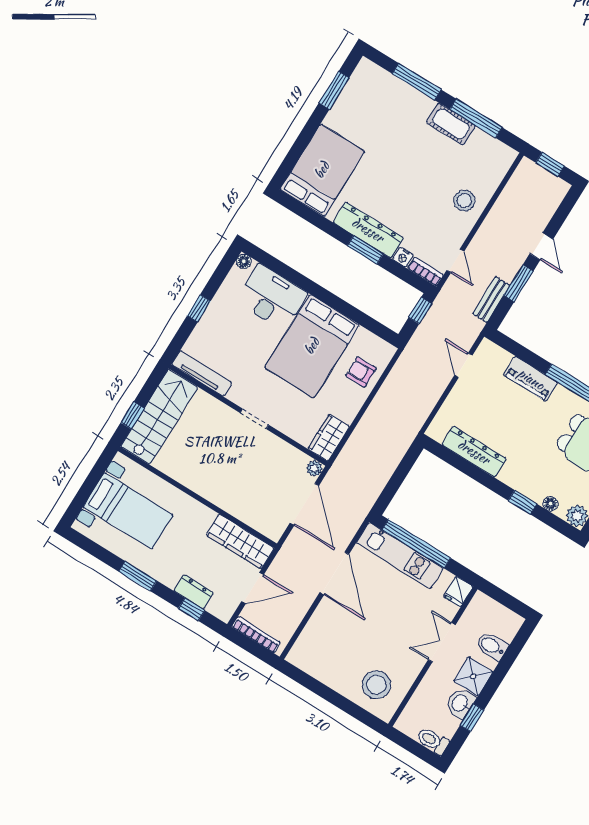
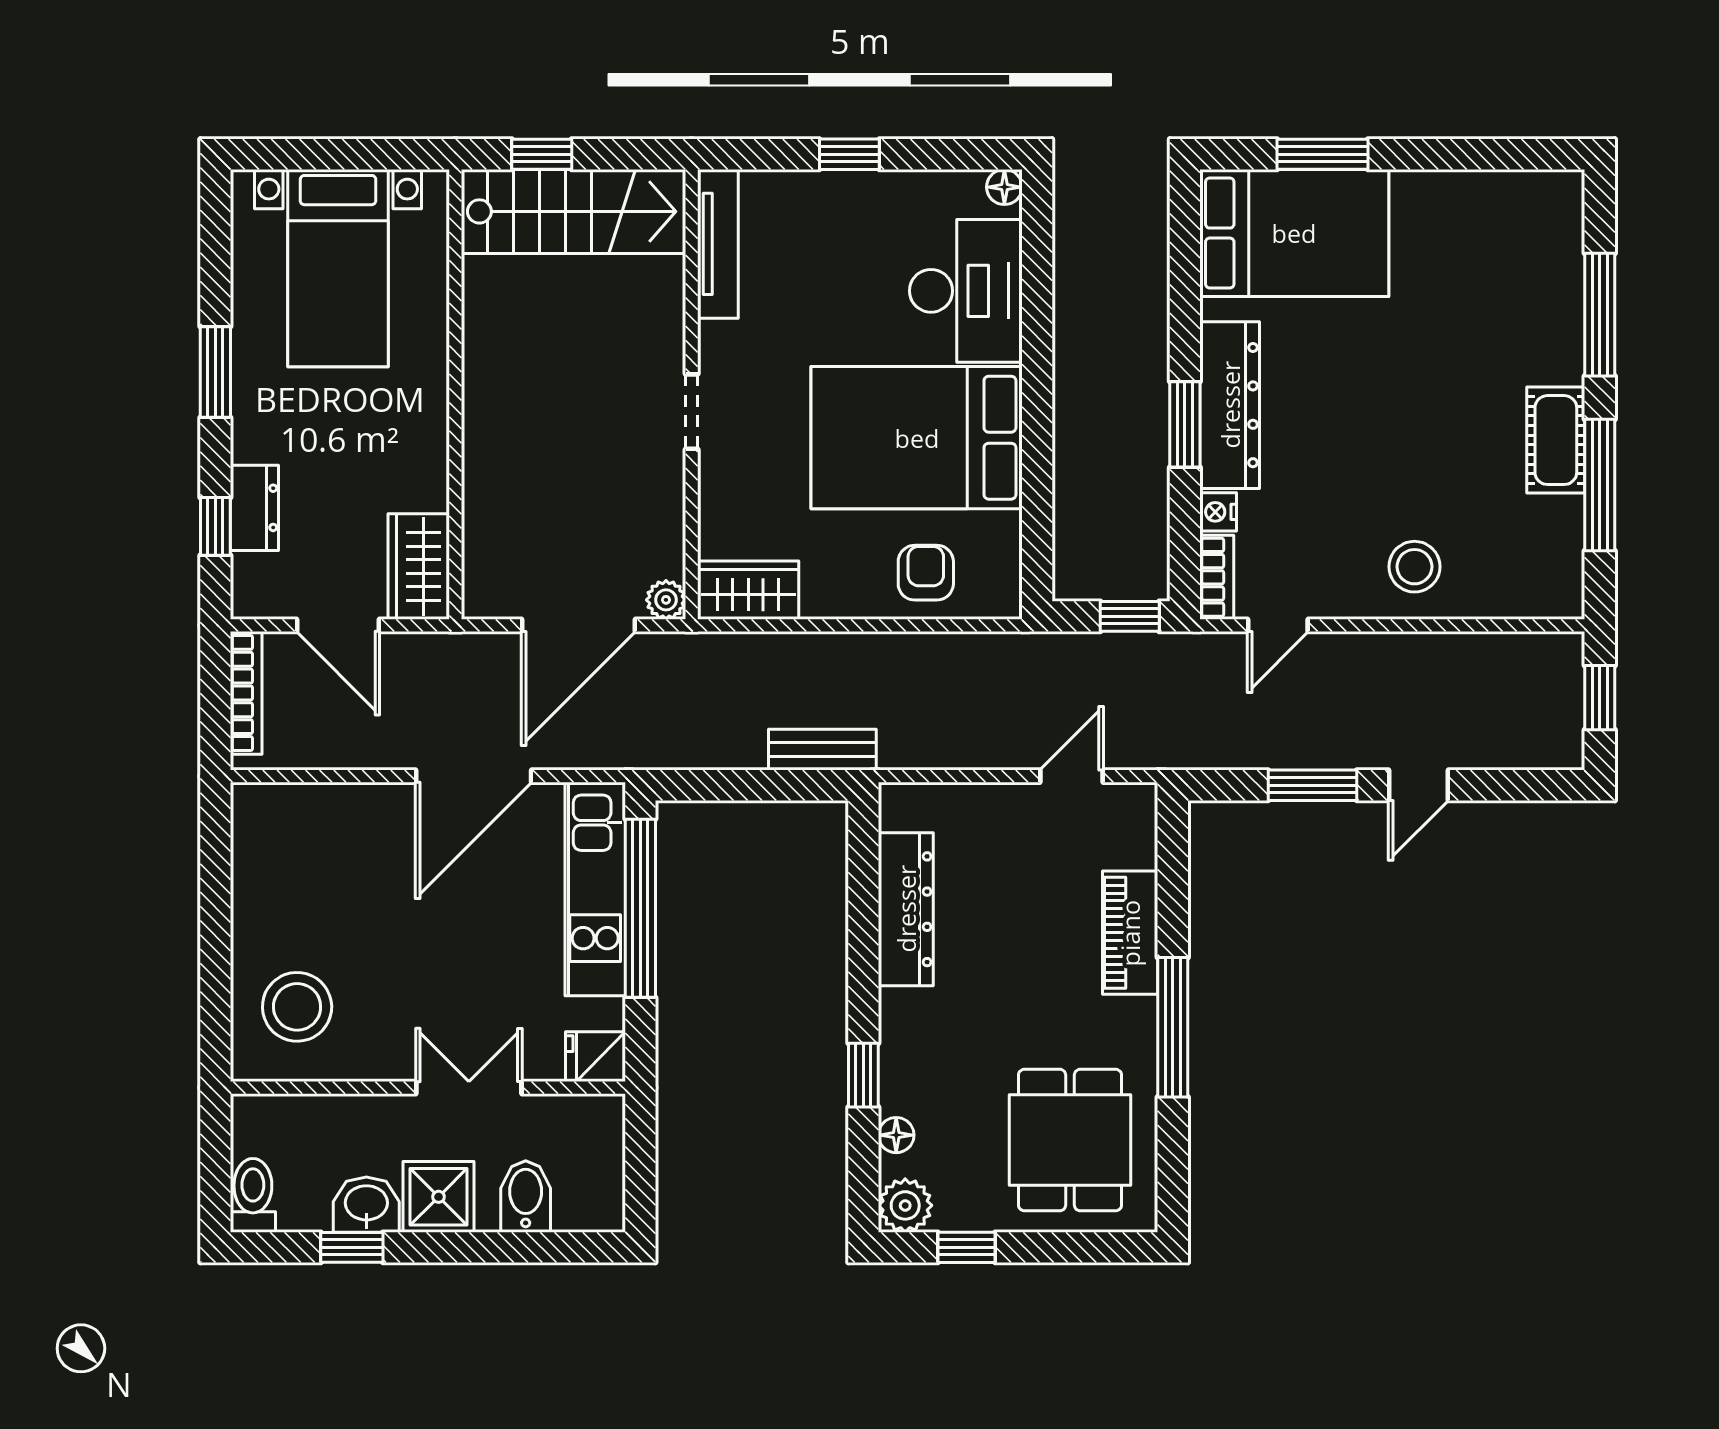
window: (334, 90) -> (1323, 154), moved
bench: (491, 300) -> (822, 750), moved
wardrobe: (240, 542) -> (419, 566), width x0.67

